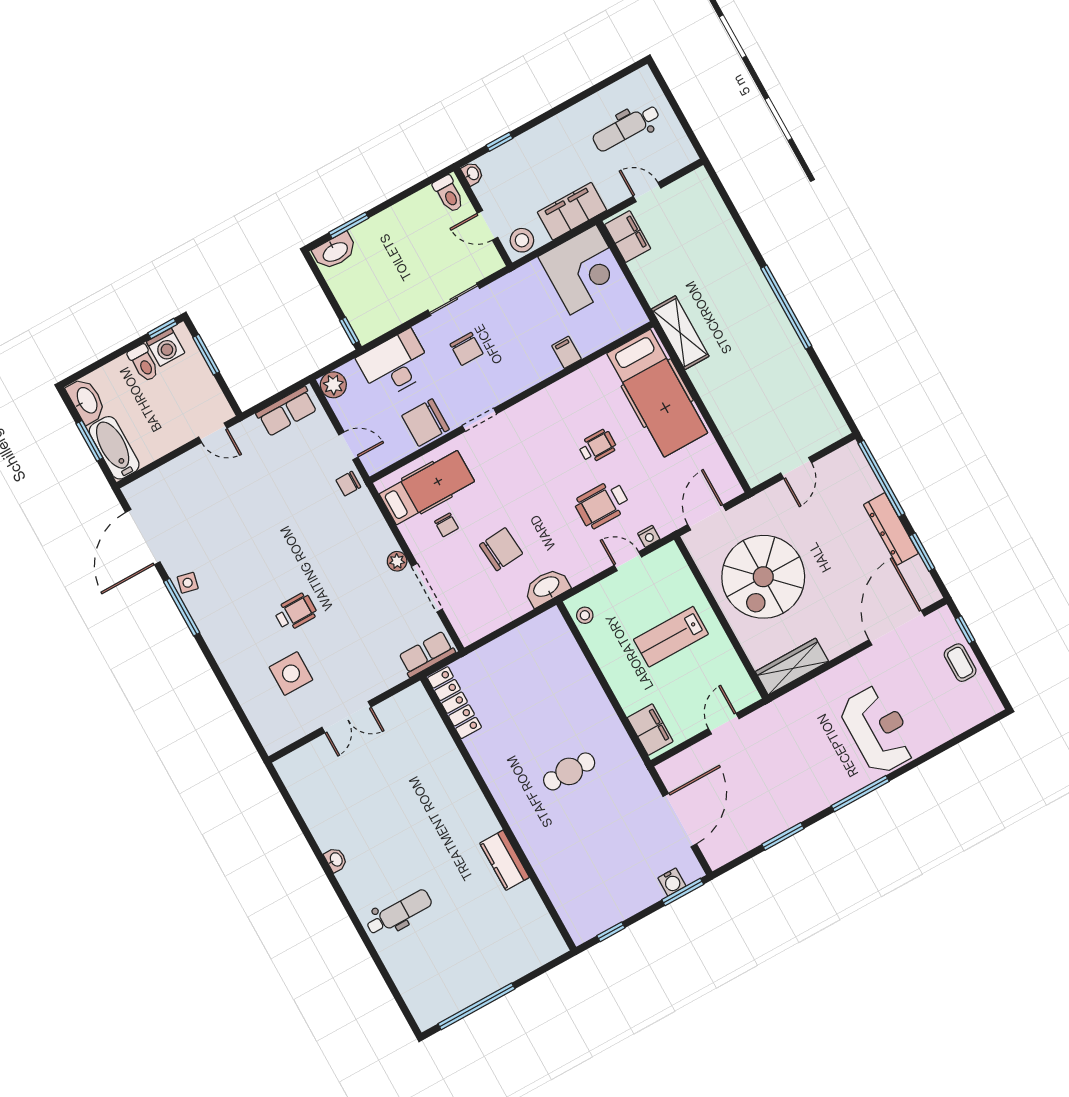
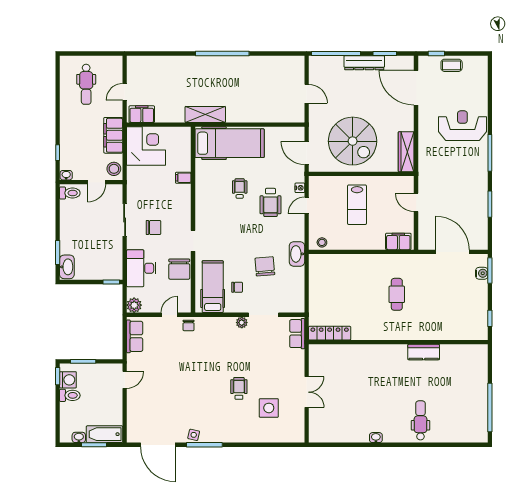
washbasin: (86, 401) -> (79, 437), width x0.52, depth x0.69

